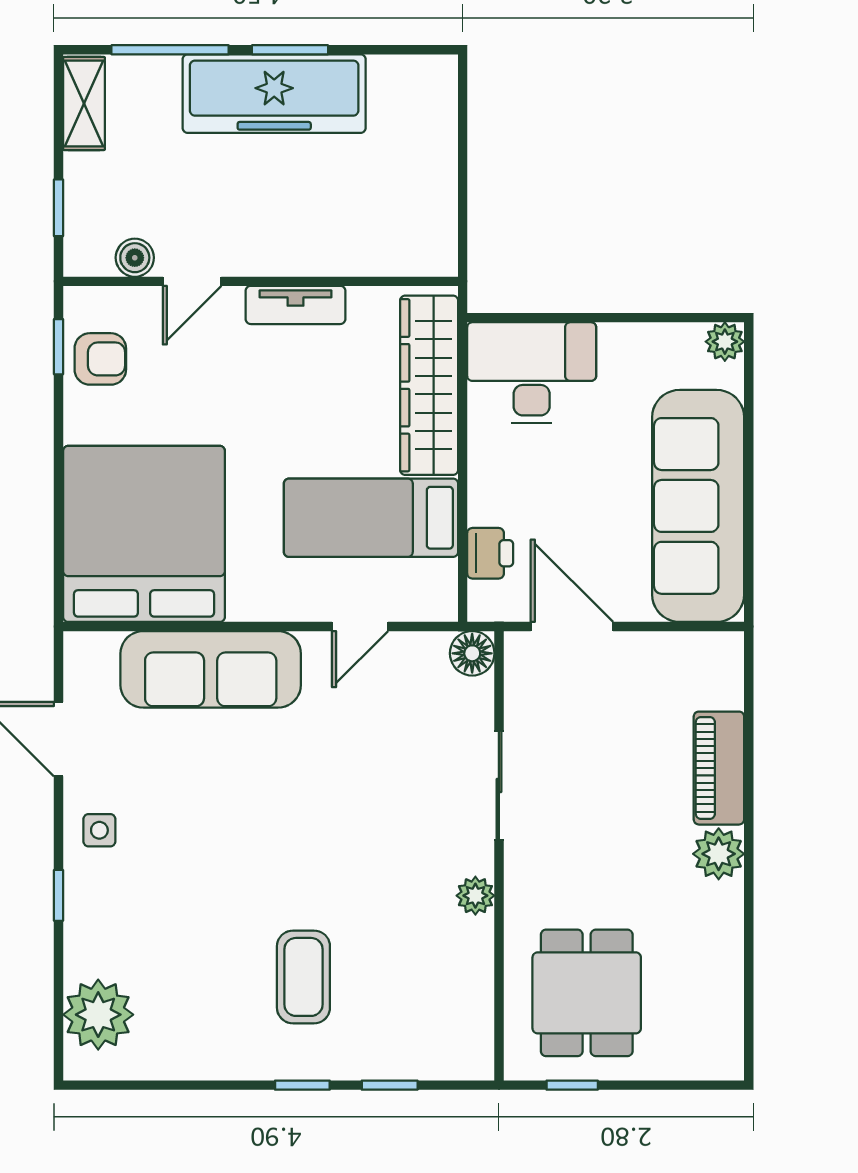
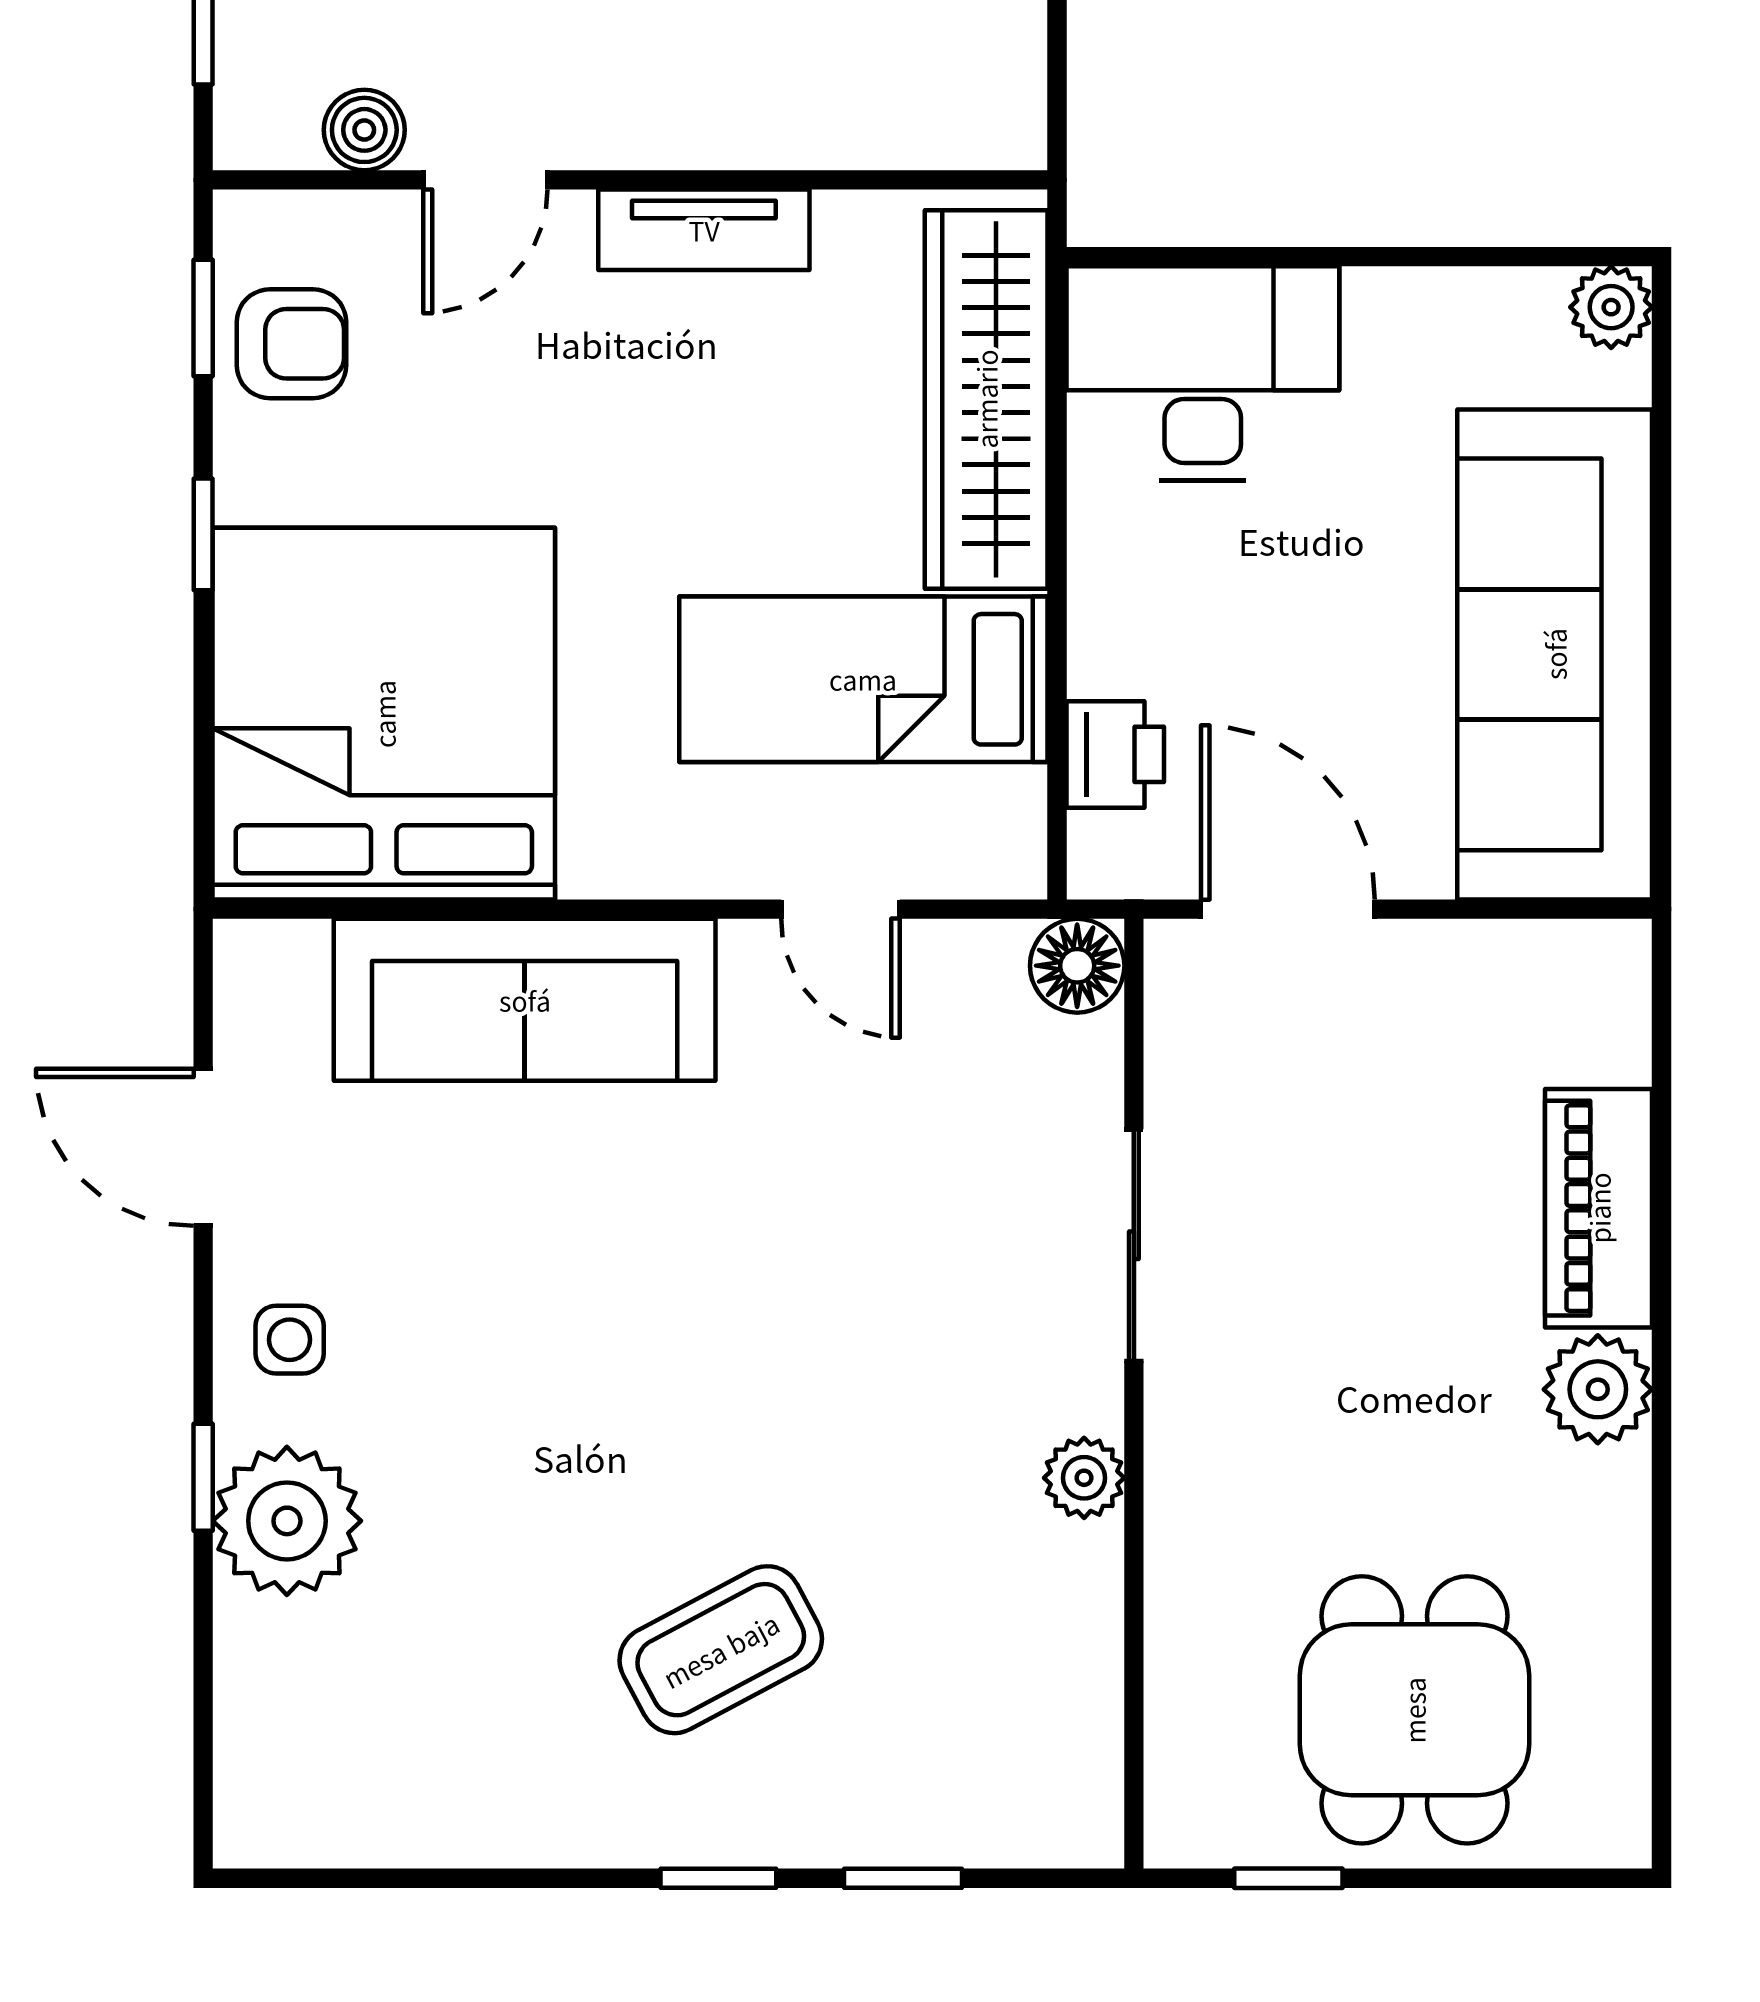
window: (58, 449) -> (203, 534), added
door: (360, 626) -> (840, 909), hinge flipped
coffee table: (303, 977) -> (721, 1650), turned 62
dining table: (587, 993) -> (1414, 1710), moved
plant: (98, 1015) -> (287, 1521), moved

